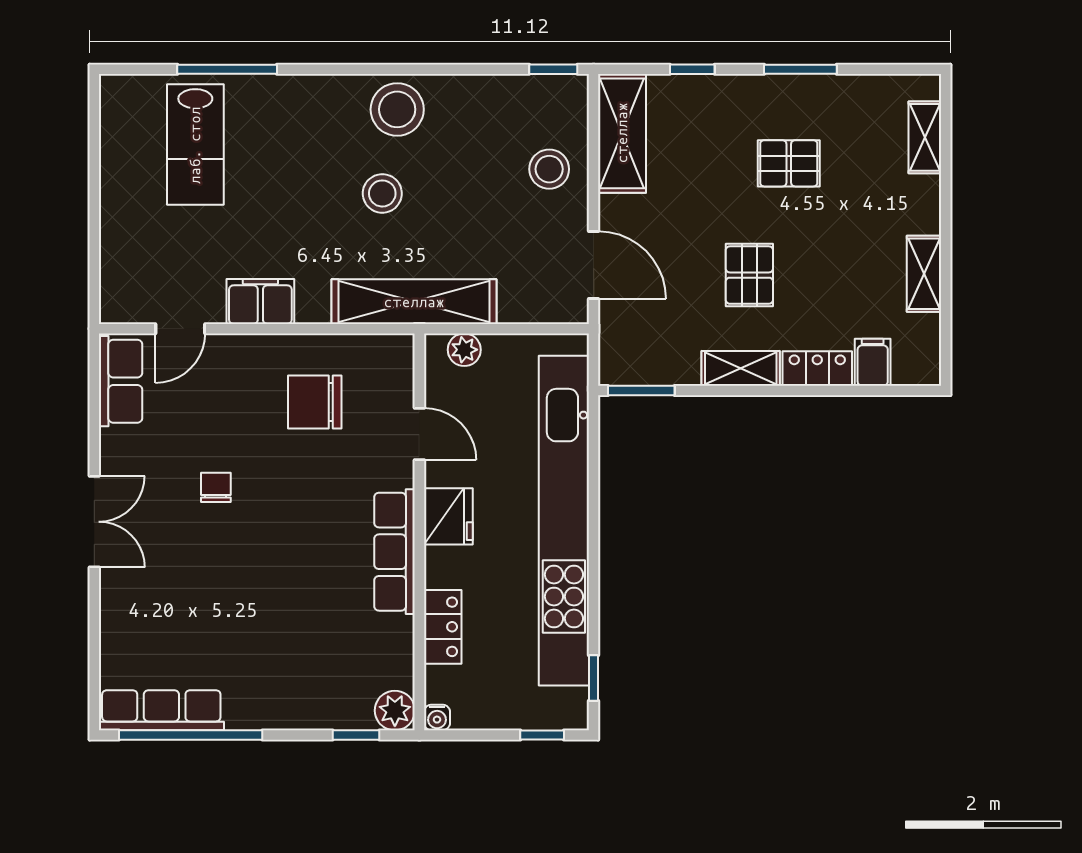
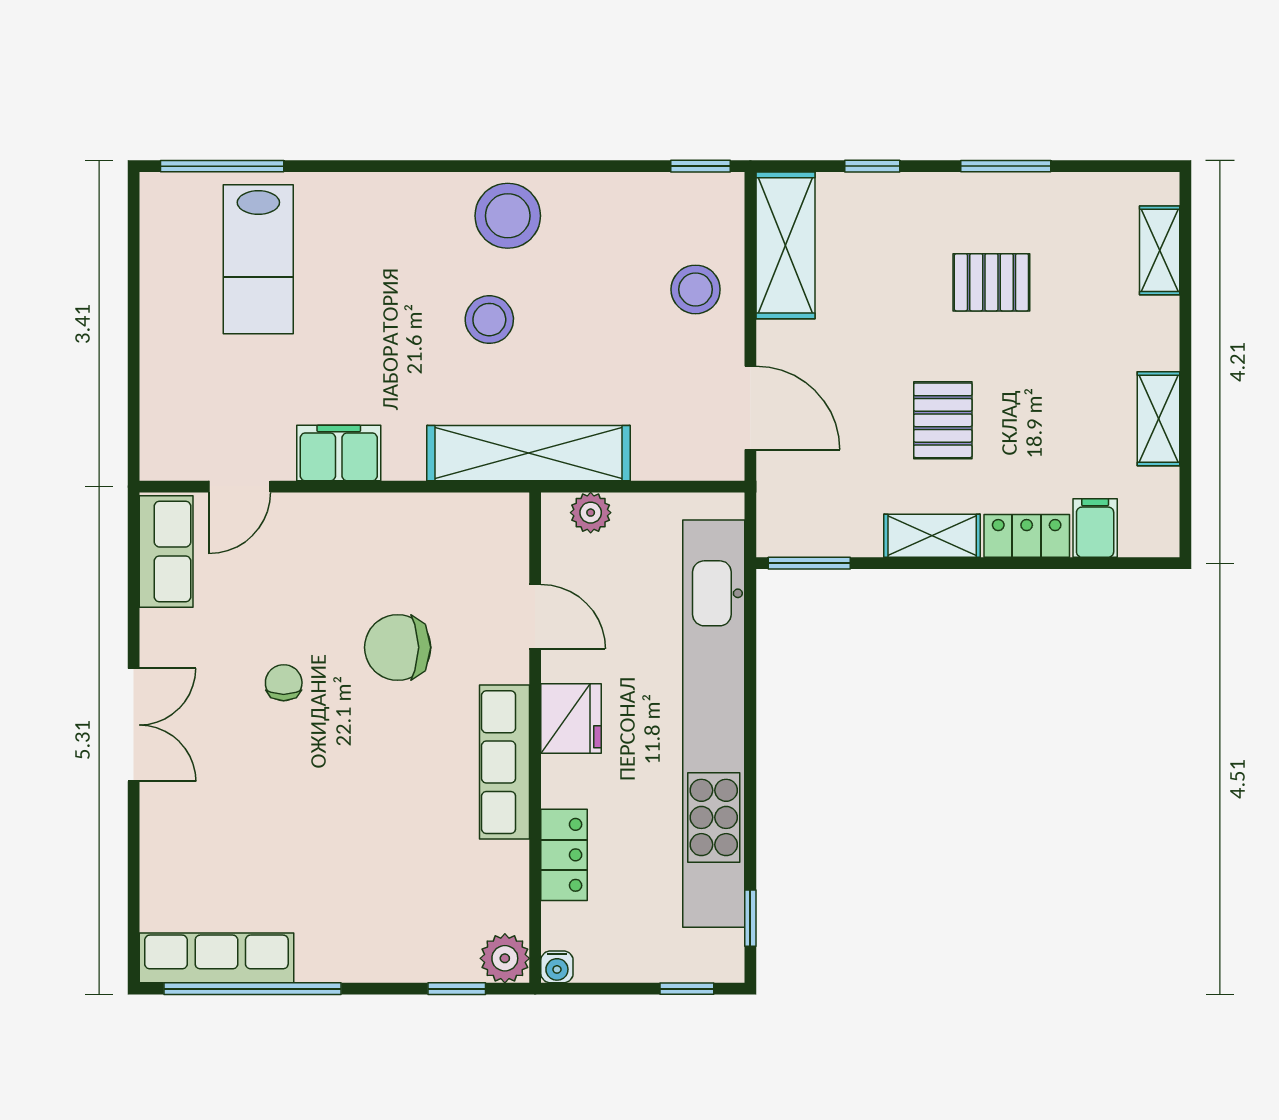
window: (227, 69) -> (222, 166), moved
chair: (315, 402) -> (398, 647), moved

